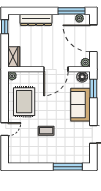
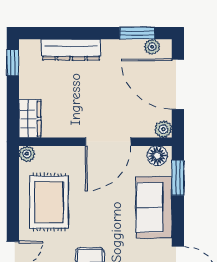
window: (71, 11) -> (137, 33), width x0.69

